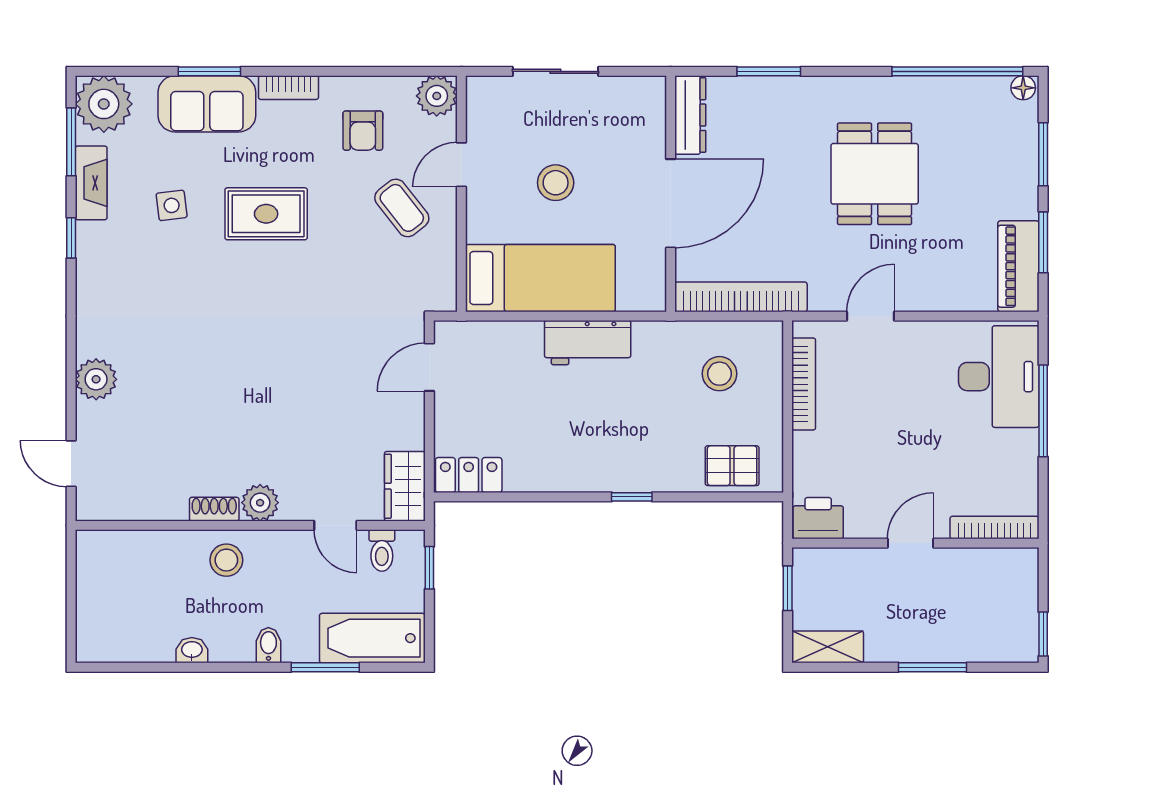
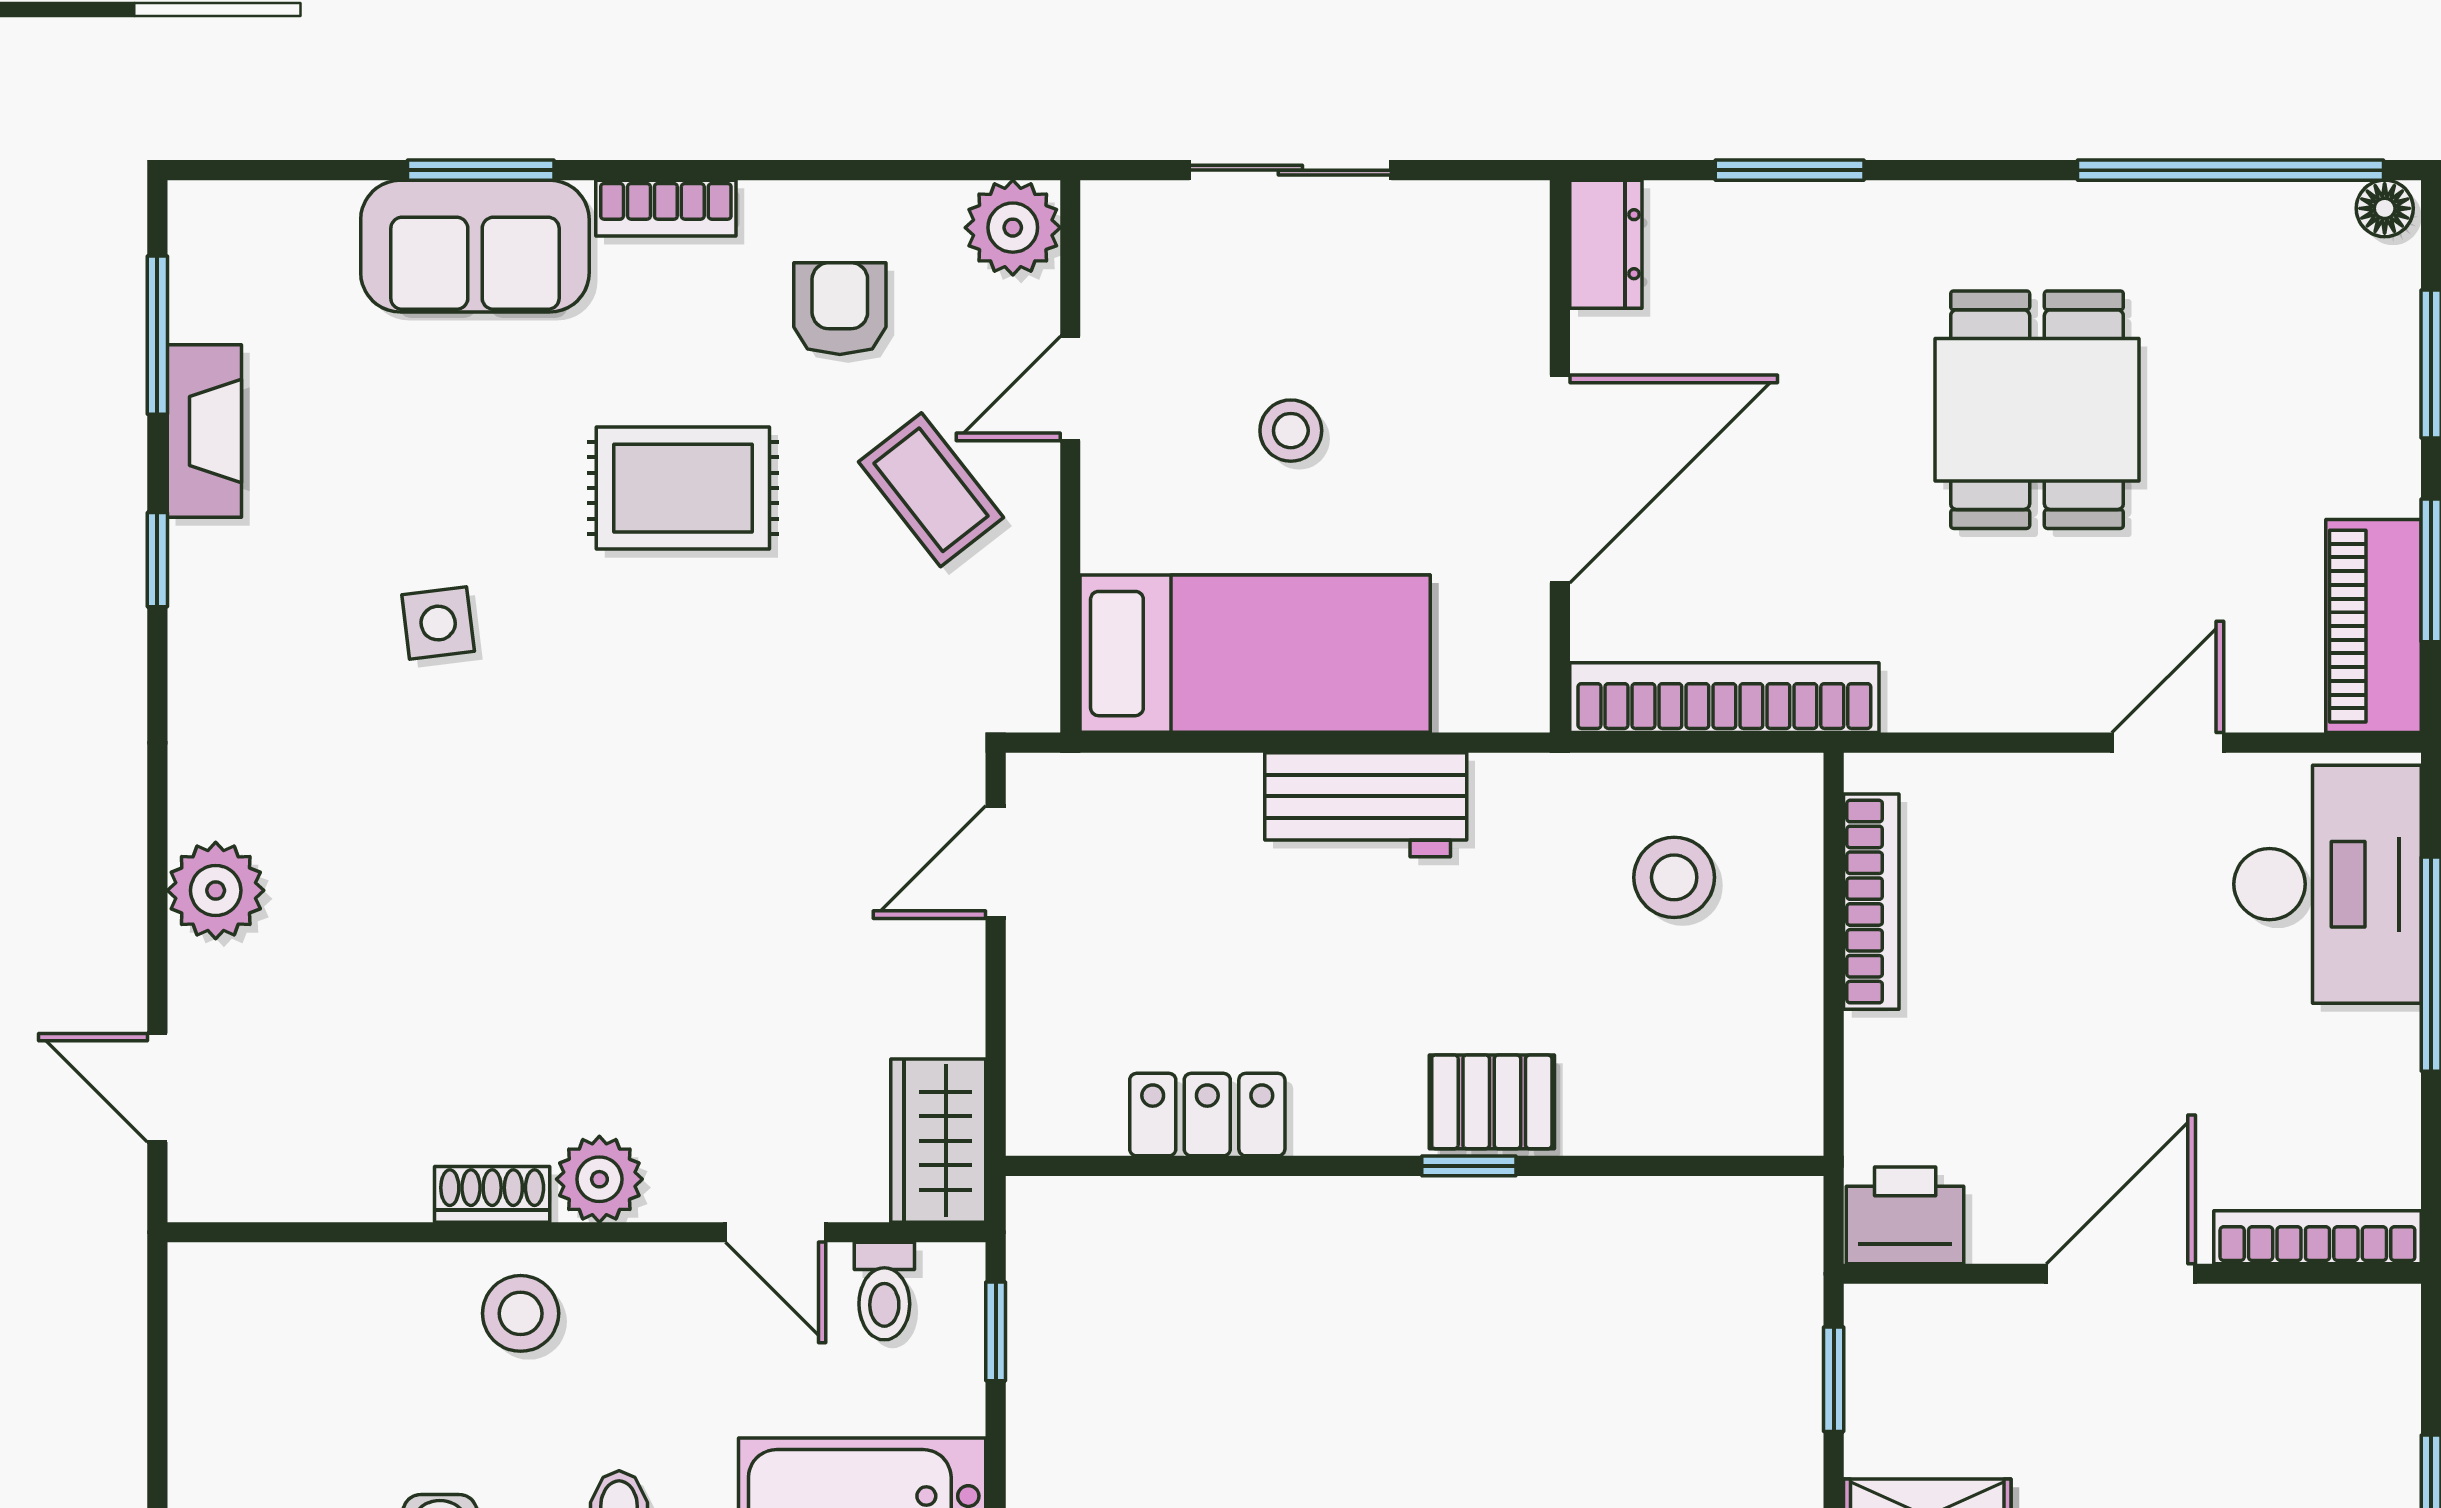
plant: (104, 104) -> (234, 246), removed
dresser: (690, 115) -> (1606, 244), width x0.70
armchair: (363, 131) -> (840, 309), turned 180
stool: (556, 183) -> (1291, 431), width x0.73, depth x0.73
side table: (172, 205) -> (438, 623), moved
rug: (266, 214) -> (683, 488), moved
door: (871, 316) -> (2168, 743), moved
pallet: (732, 466) -> (1492, 1102), moved
locker: (469, 475) -> (1207, 1115), moved
door: (910, 543) -> (2121, 1274), width x1.38

